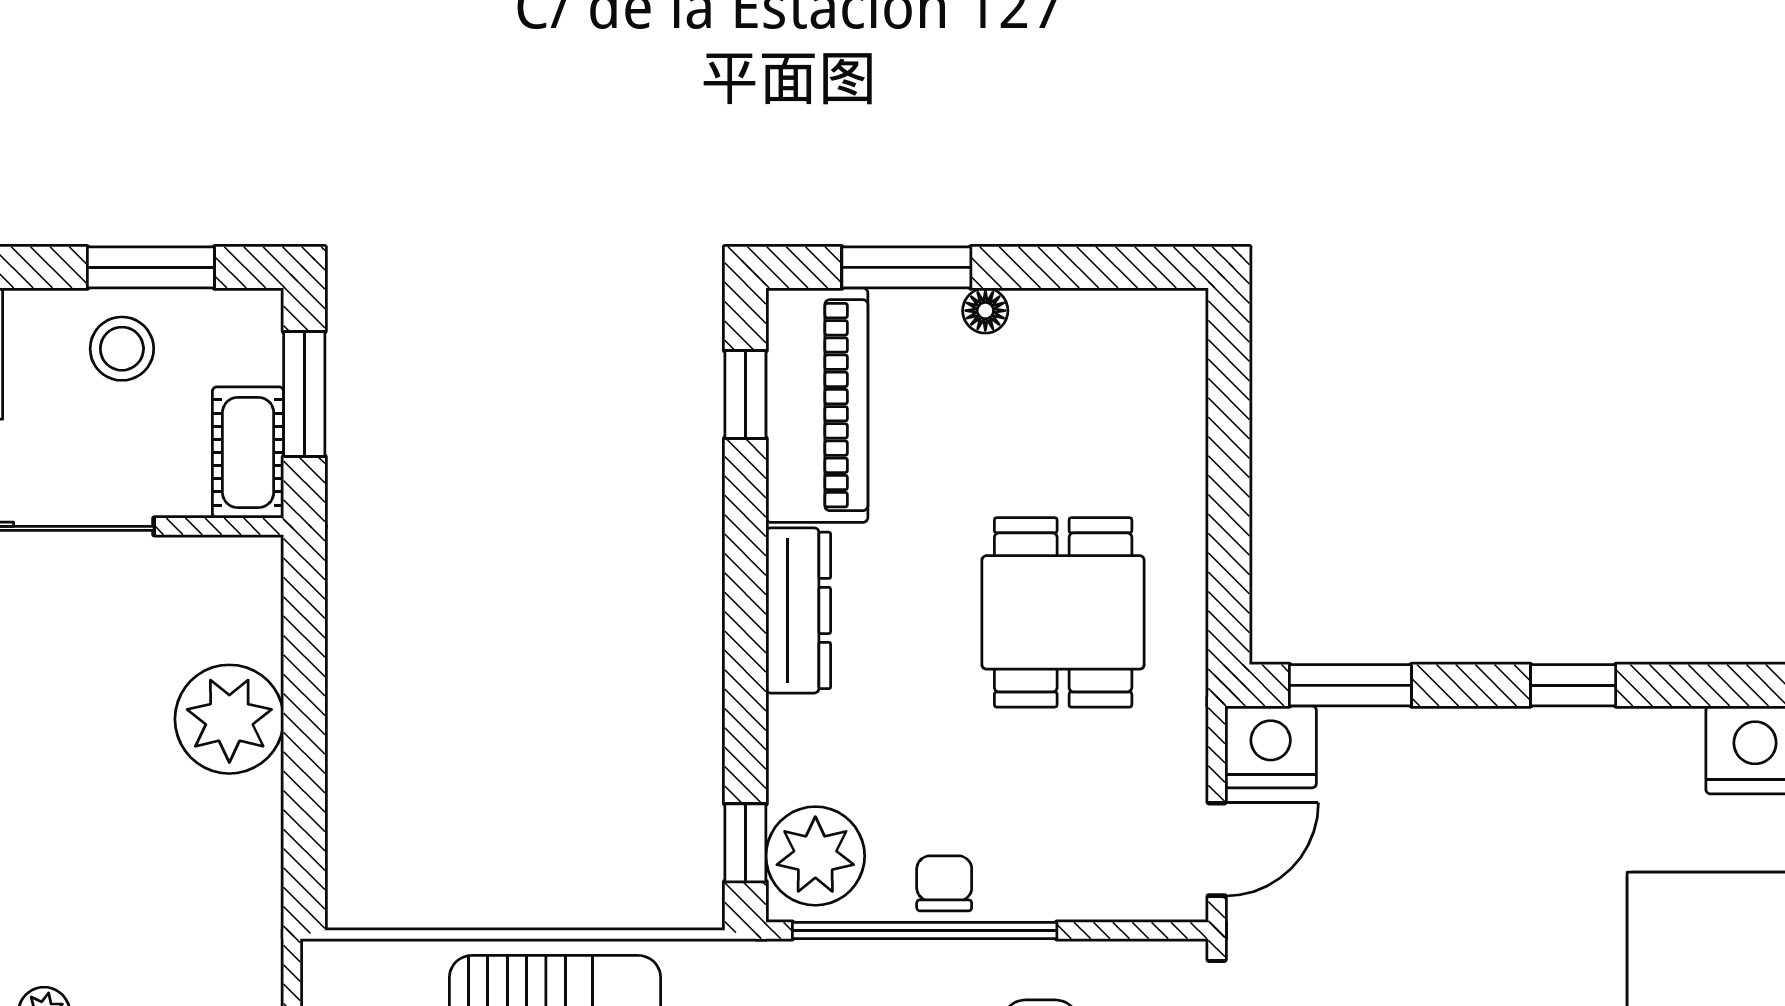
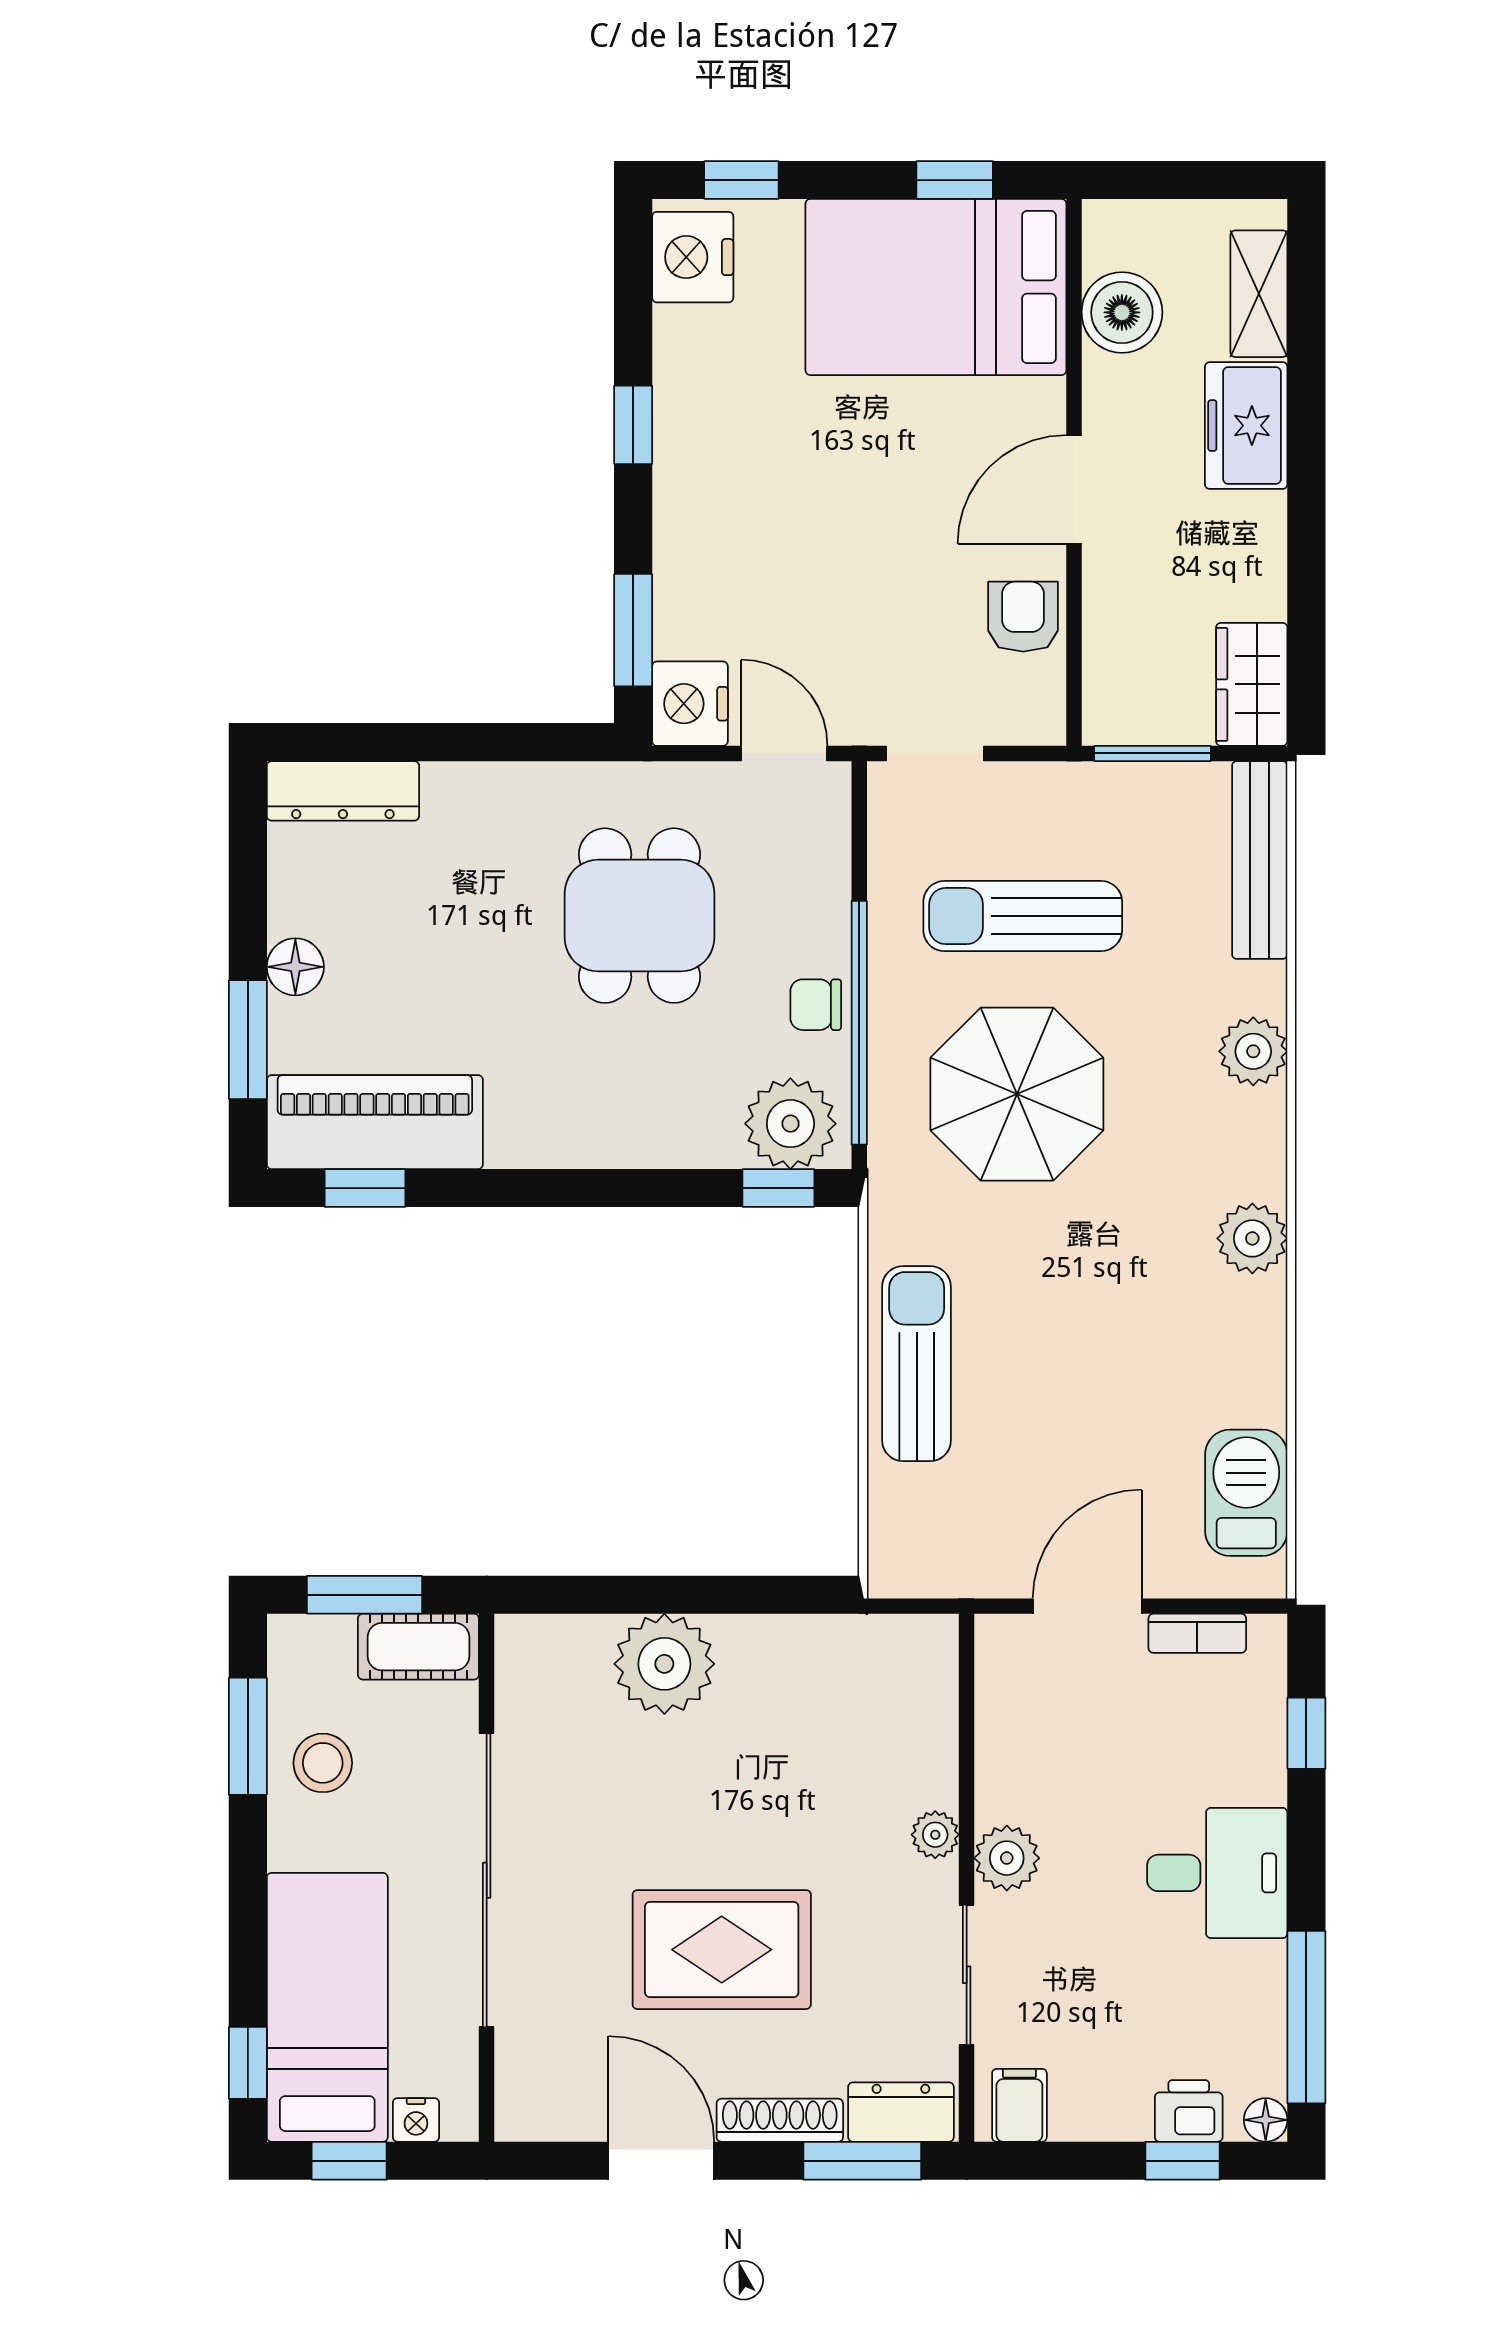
floor lamp: (985, 311) -> (295, 967), width x1.37, depth x1.37
dresser: (798, 610) -> (343, 791), moved, turned 180
dining table: (1063, 612) -> (639, 916), moved, turned 90

